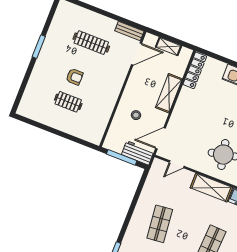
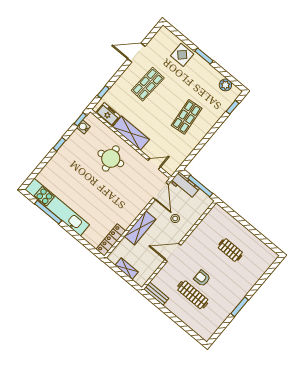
door: (136, 54) -> (173, 252), moved
armchair: (75, 77) -> (202, 278), moved
door: (161, 138) -> (161, 191), hinge flipped

